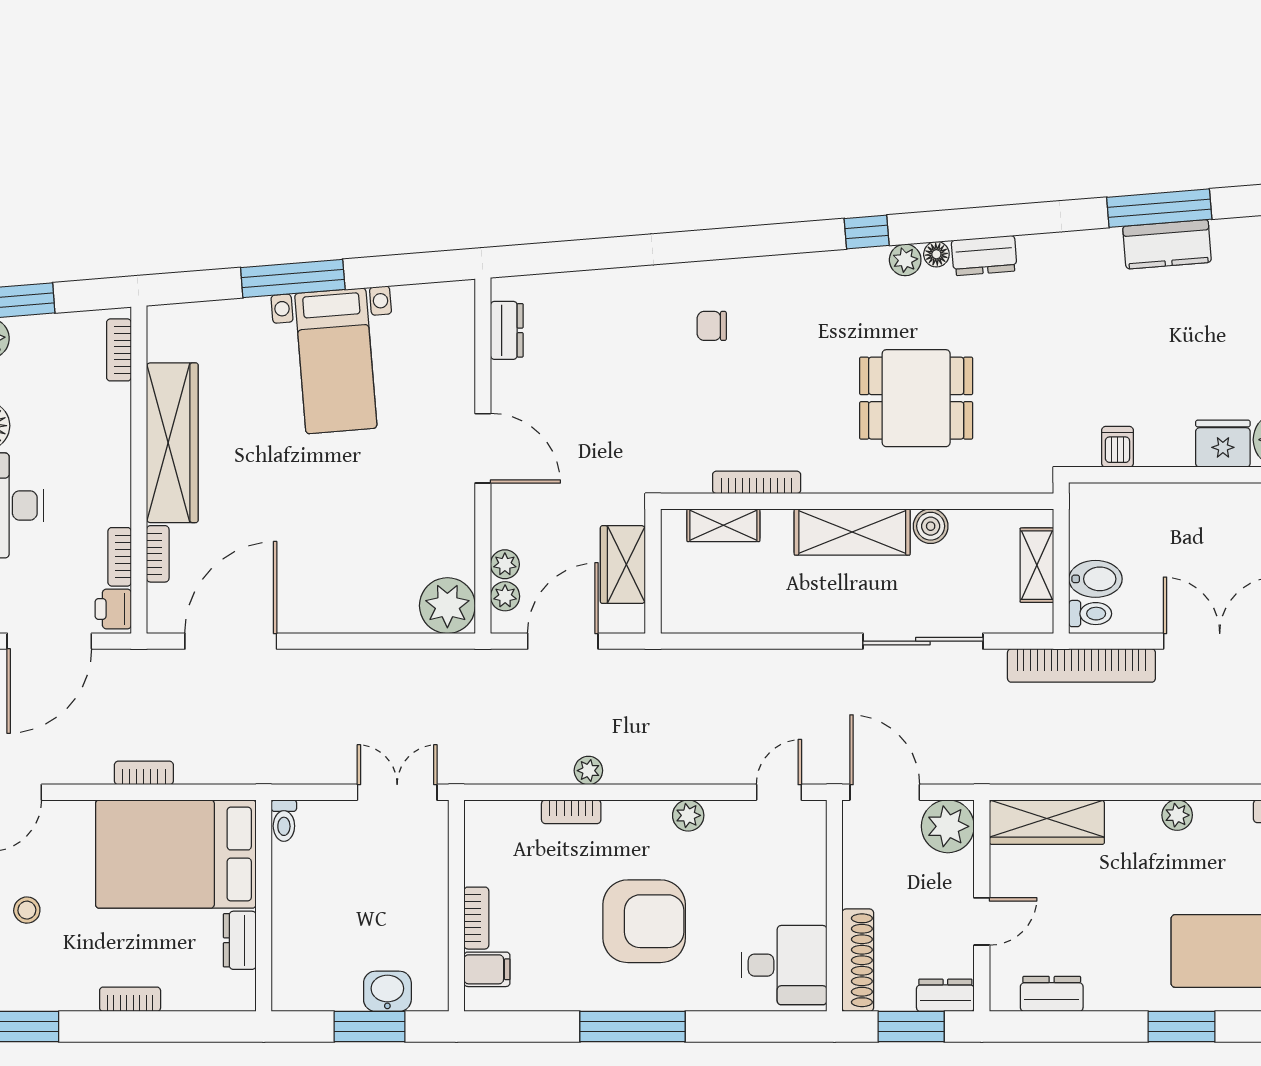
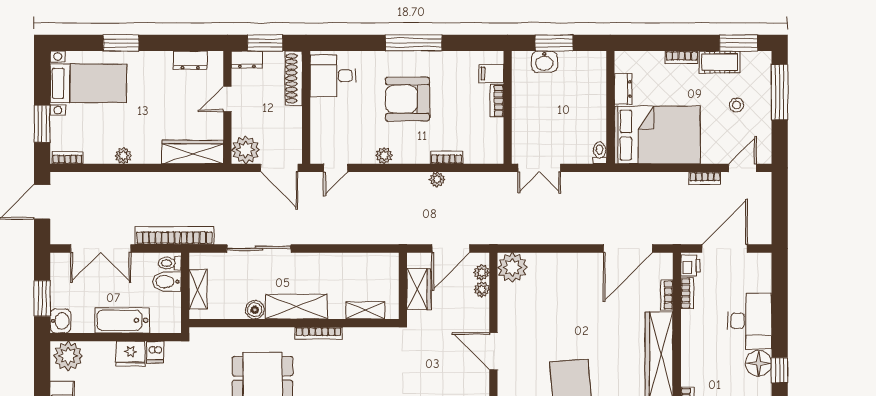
fridge: (1223, 444) -> (131, 354), moved
bookcase: (757, 482) -> (318, 333), moved
bathtub: (1179, 506) -> (122, 320), added
bookcase: (144, 773) -> (705, 178), moved
cot: (59, 991) -> (720, 62), added

